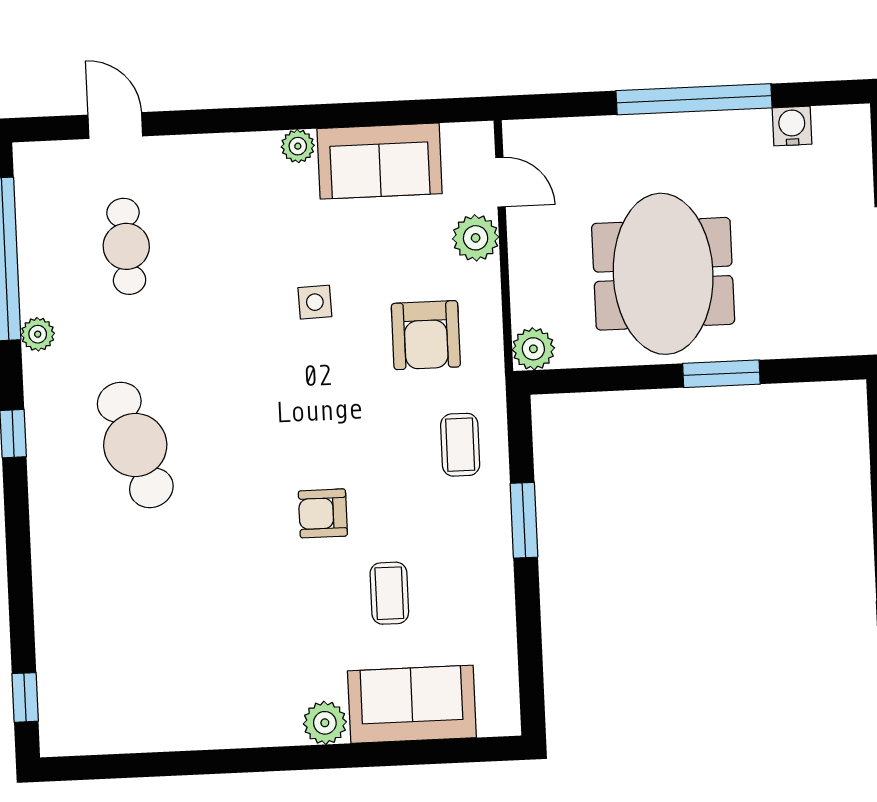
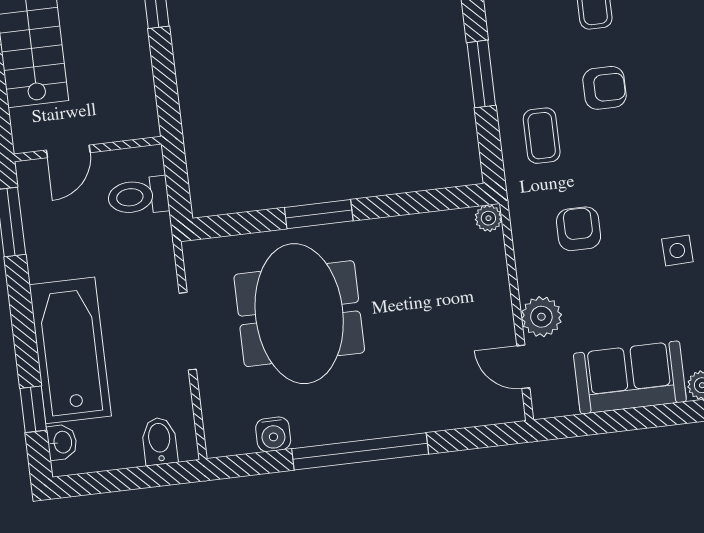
meeting table: (663, 274) -> (299, 314), moved
armchair: (426, 335) -> (579, 229), width x0.72, depth x0.72
plant: (533, 349) -> (488, 218), width x0.73, depth x0.73
armchair: (323, 513) -> (604, 88), moved

